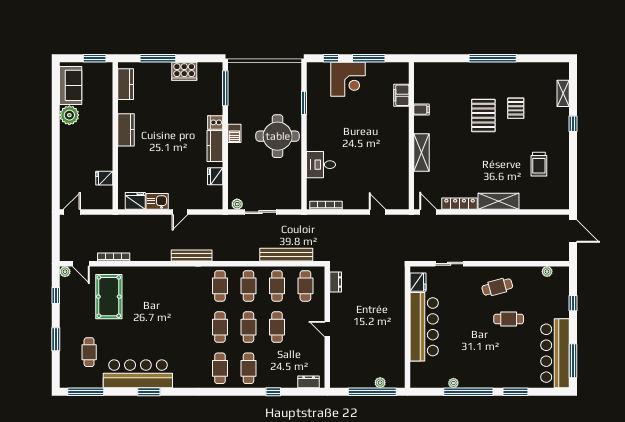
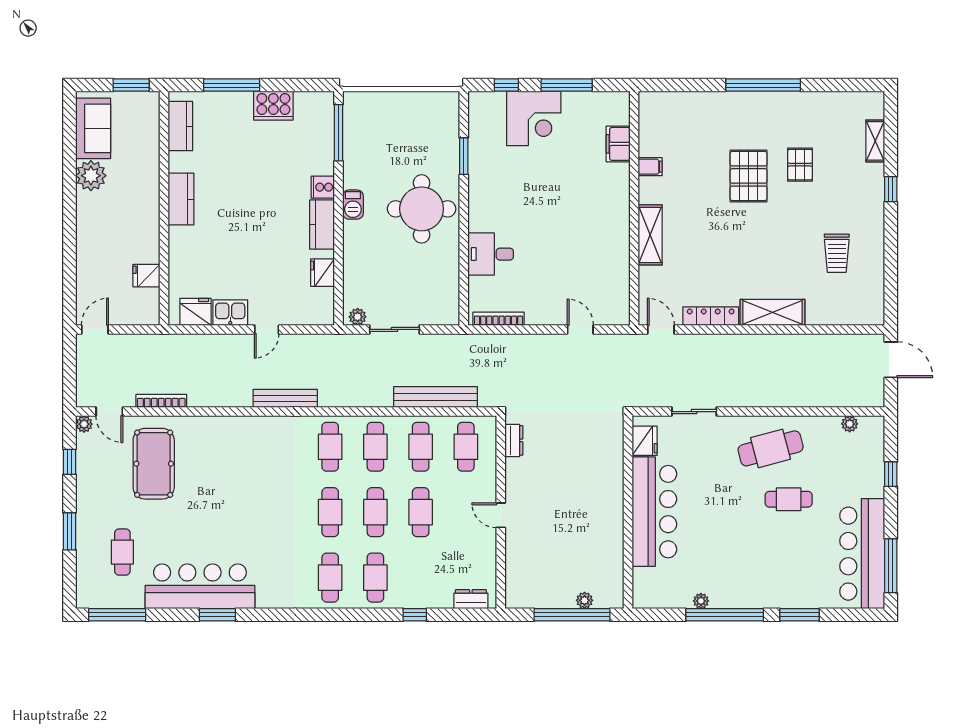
cafe table: (497, 287) -> (771, 448), width x1.37, depth x1.35

